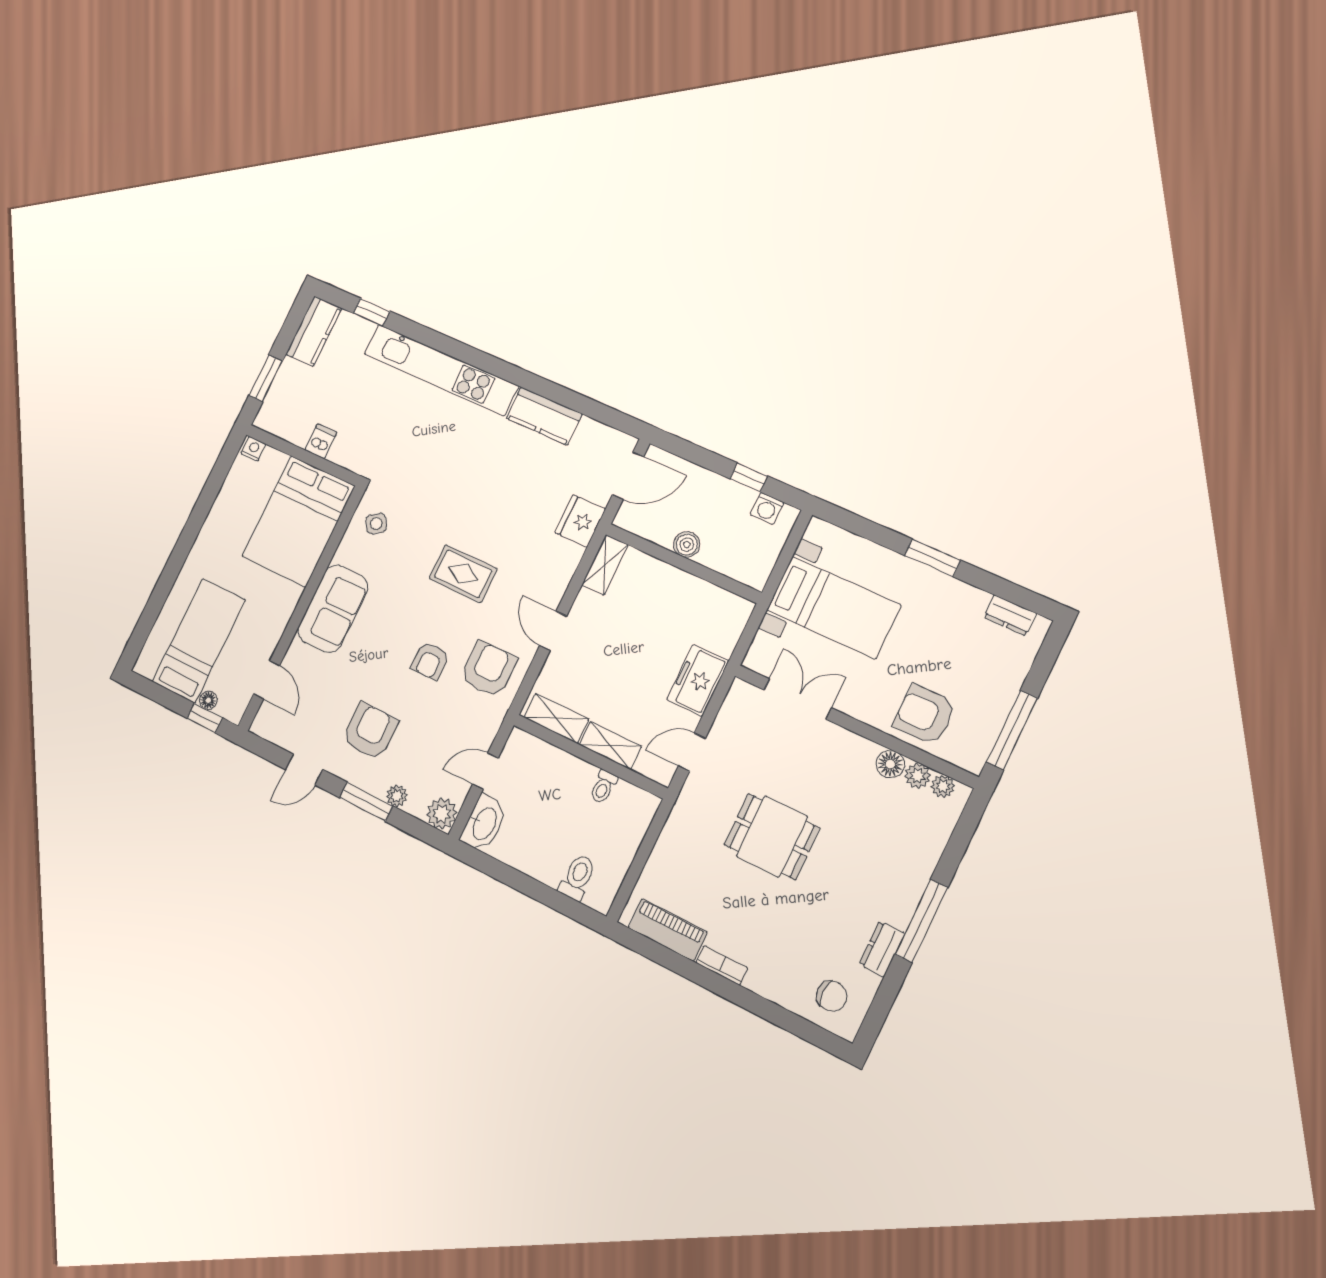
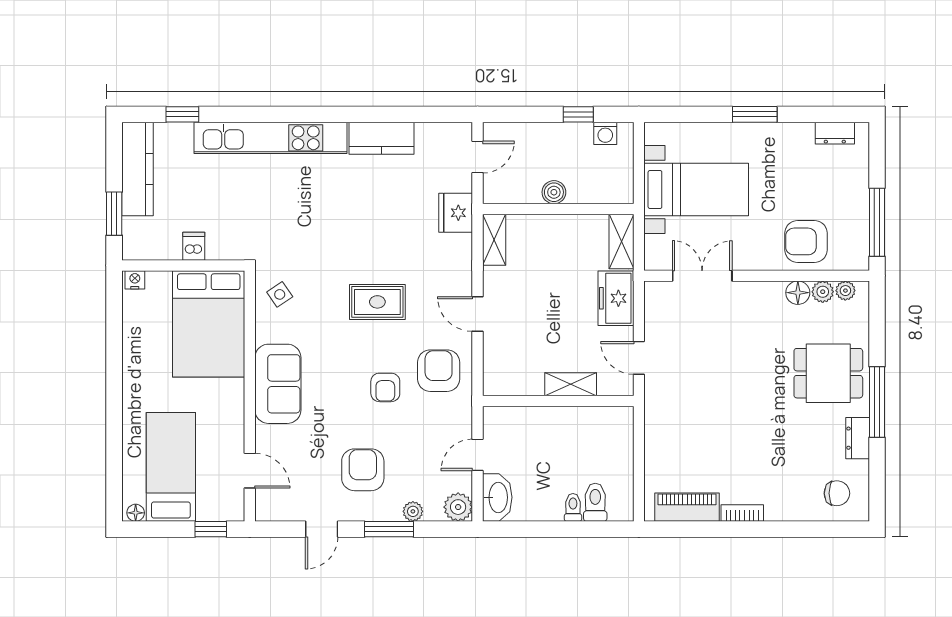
kitchen counter: (314, 331) -> (137, 169), width x1.50
door: (628, 476) -> (478, 157), width x0.73
floor lamp: (208, 700) -> (136, 513), moved
shelving: (556, 718) -> (621, 242), moved, turned 90
door: (692, 752) -> (639, 358), hinge flipped
toilet: (603, 787) -> (573, 507), moved, turned 180
dining table: (772, 836) -> (828, 373), moved

